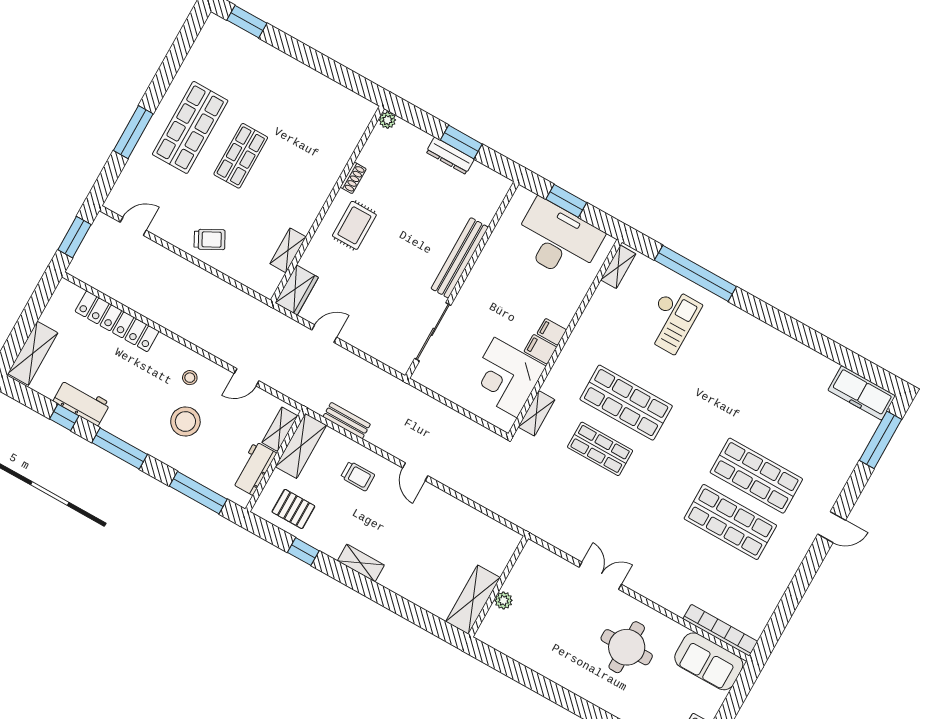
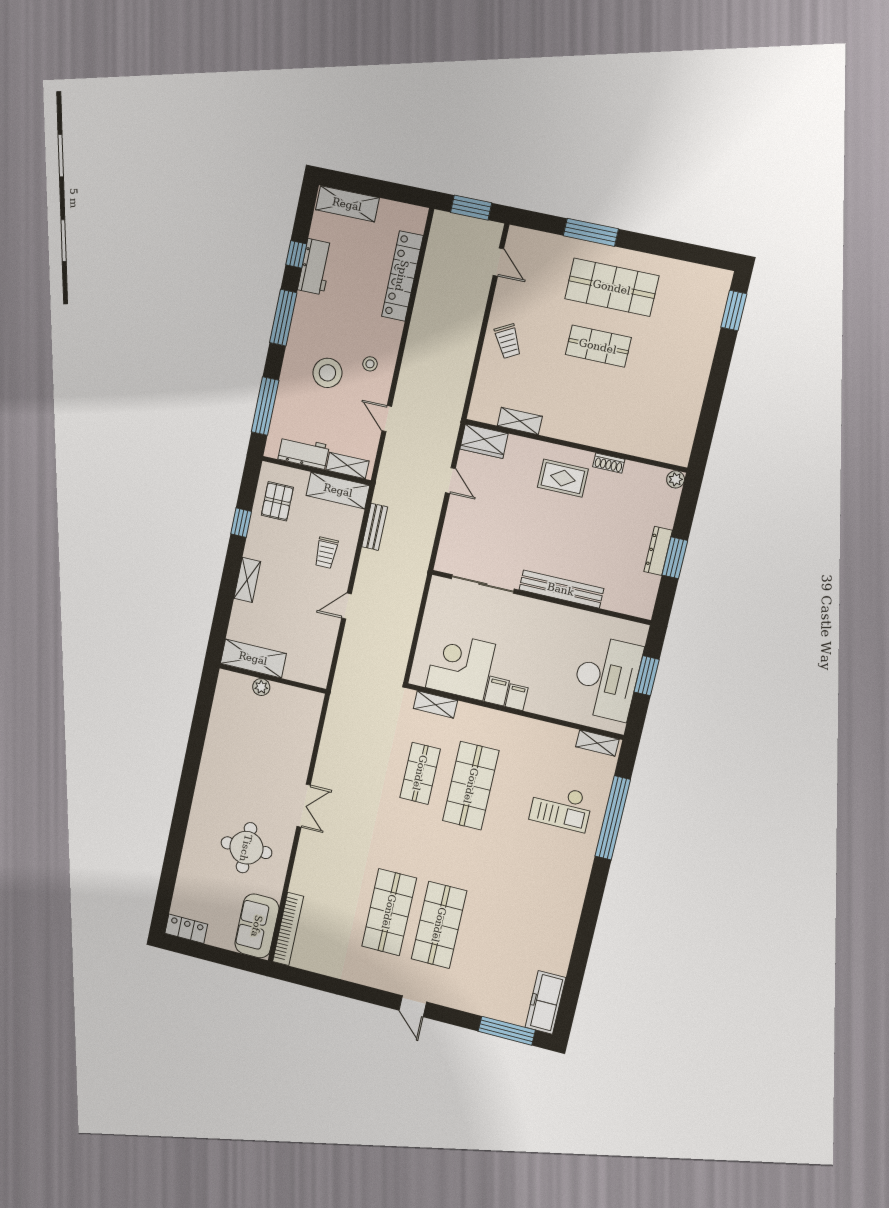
wall: (498, 586) -> (273, 679), moved
shelving: (473, 600) -> (253, 658), moved
plant: (503, 600) -> (261, 687), moved

